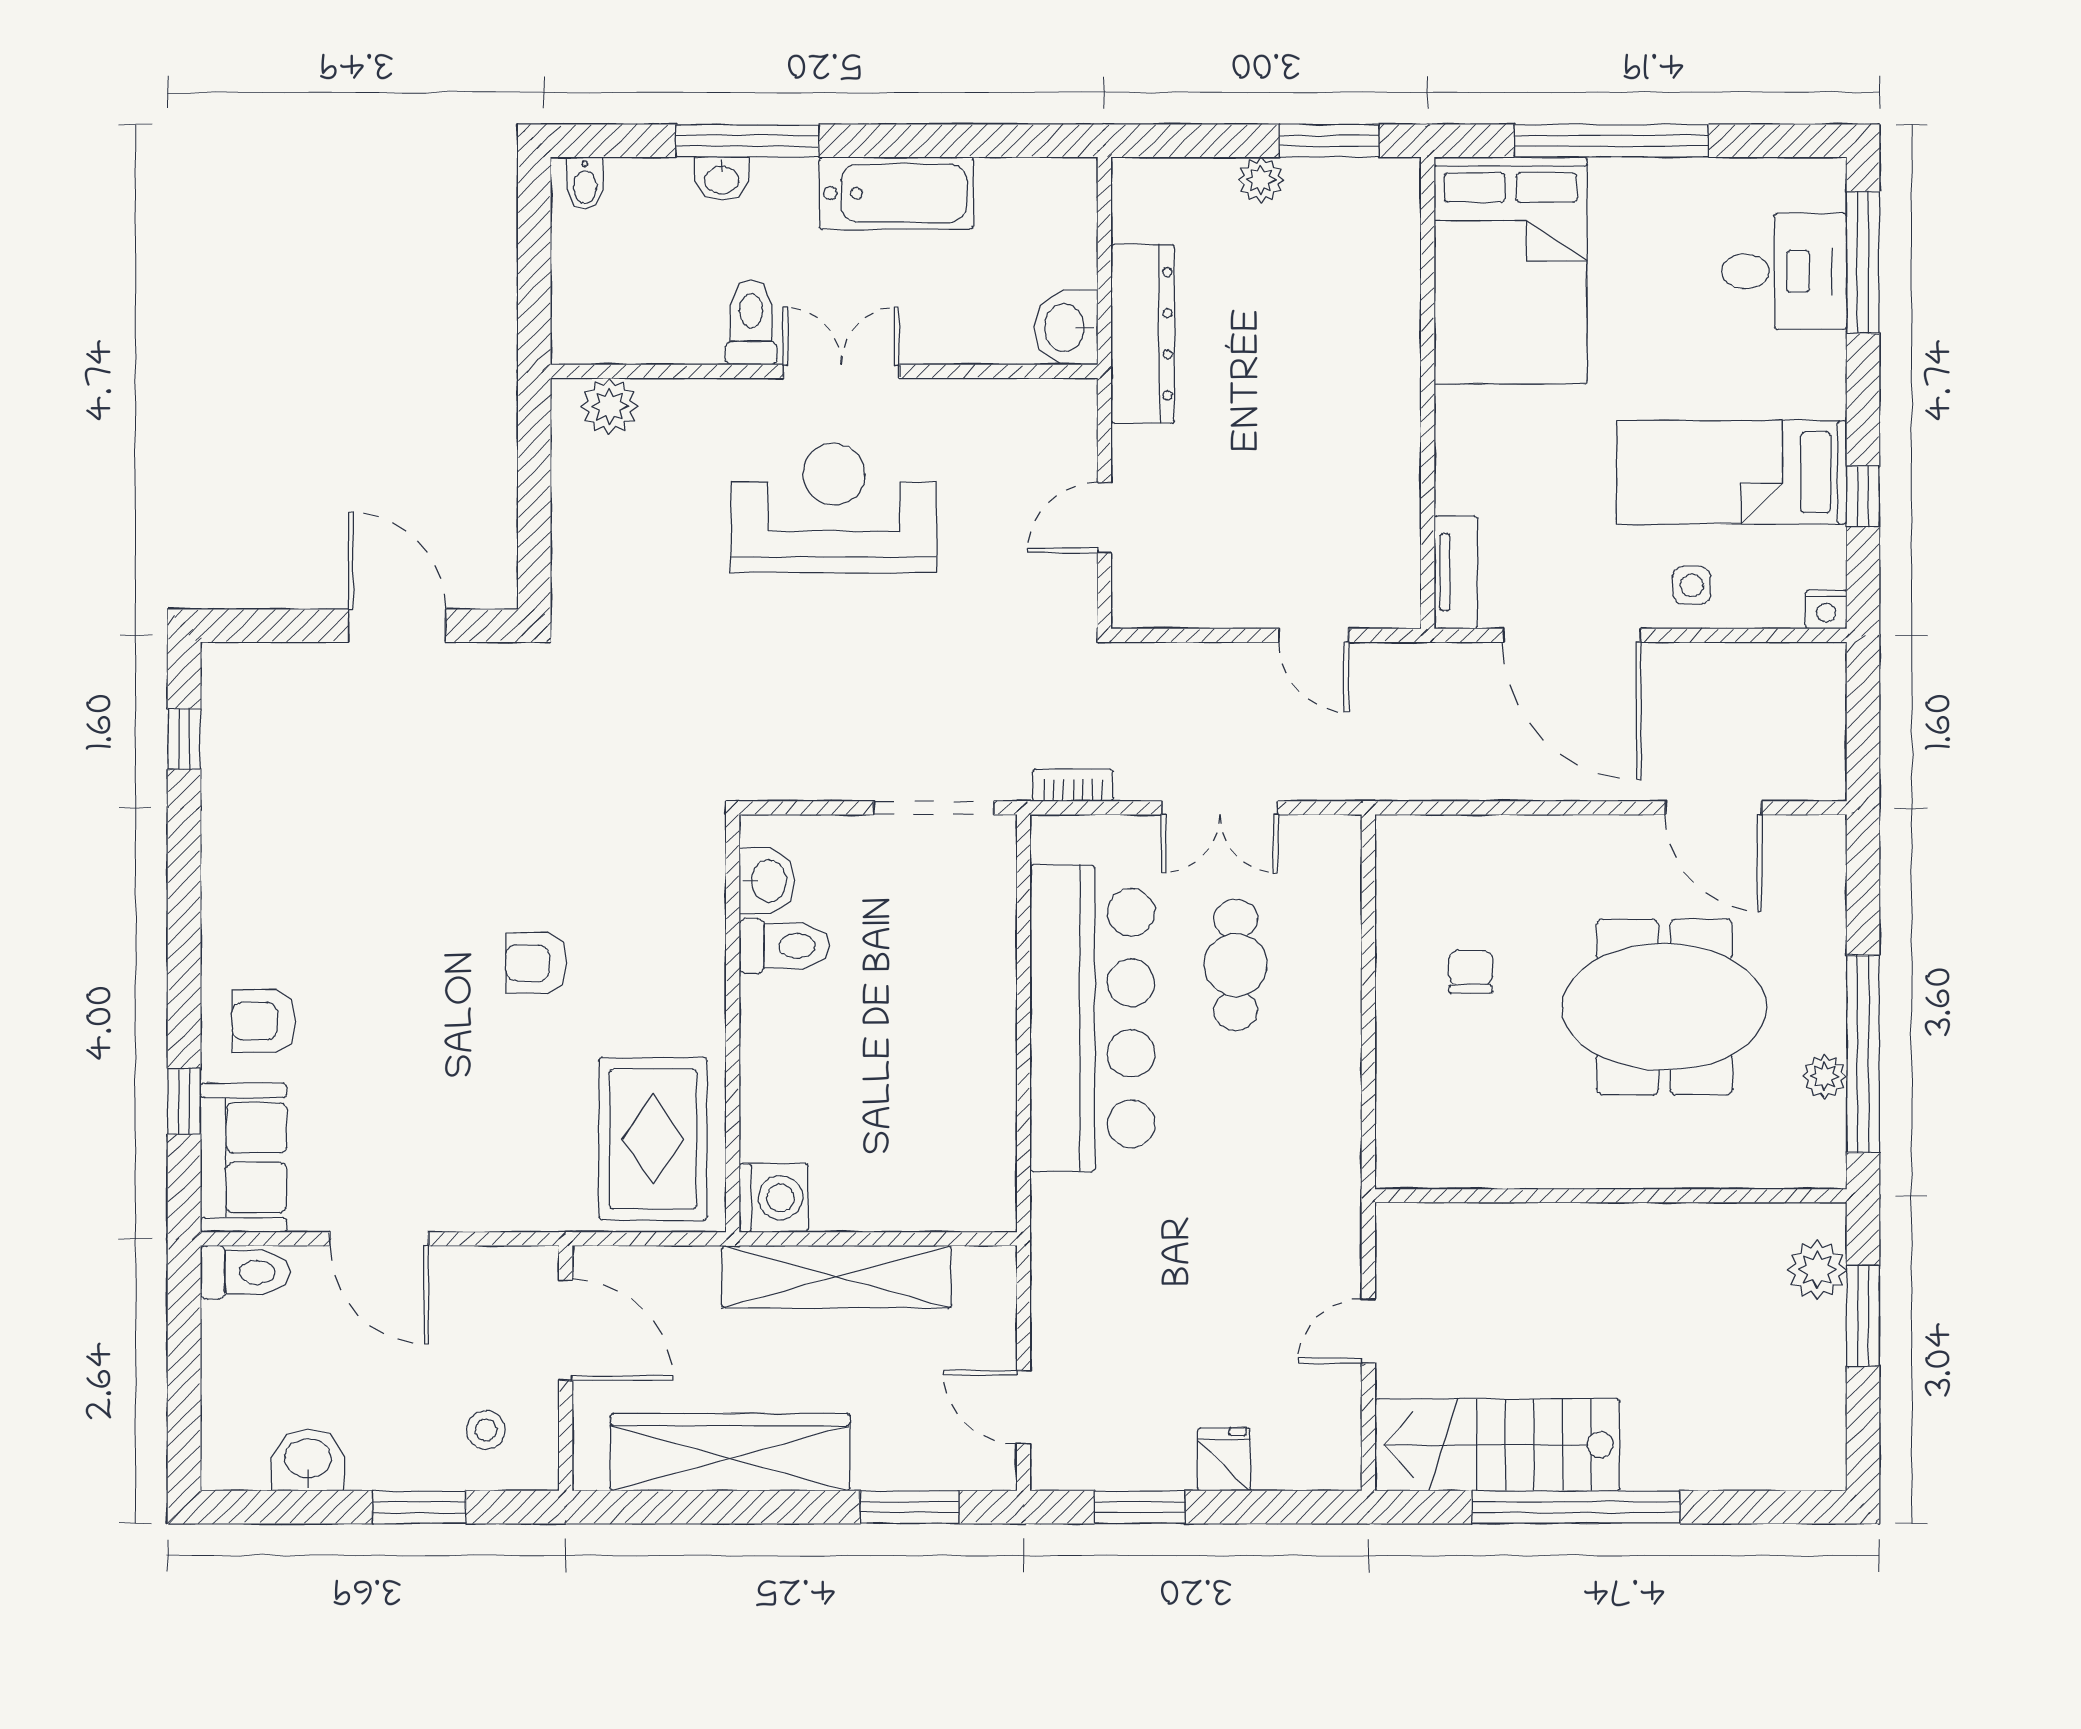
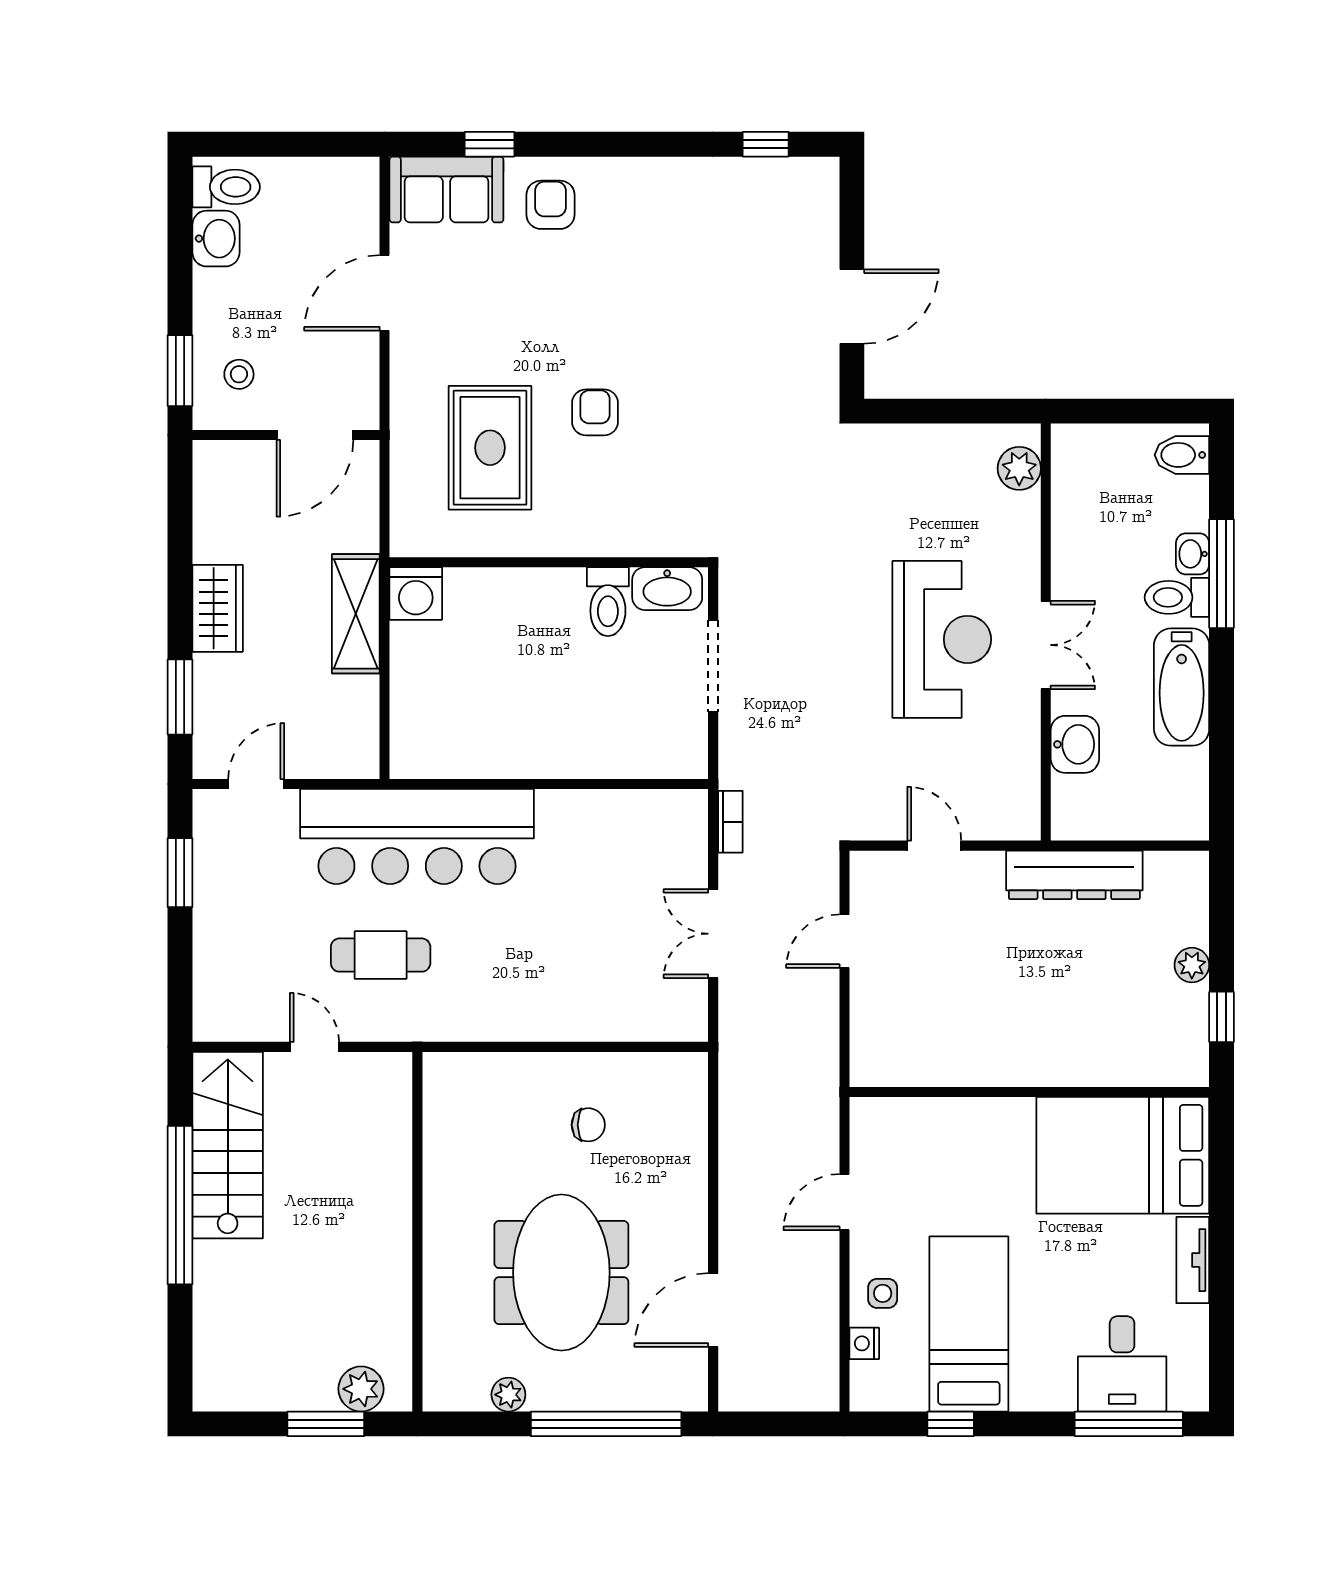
window: (1329, 141) -> (1222, 1017), width x0.67
window: (1611, 141) -> (1222, 1232), removed
bidet: (585, 183) -> (1182, 455), width x1.38, depth x1.36
toilet: (751, 323) -> (1177, 597), moved, turned 180
washbasin: (1066, 327) -> (1075, 744), moved, turned 90
tv unit: (1456, 572) -> (1193, 1260), moved, turned 90
nightstand: (1826, 610) -> (864, 1343), moved
door: (1314, 635) -> (845, 941), moved
door: (1572, 635) -> (845, 1202), width x0.53
doorway: (934, 808) -> (713, 666), moved
washbasin: (767, 881) -> (667, 589), width x1.38
cafe table: (1236, 965) -> (381, 955), moved
bar counter: (1092, 1018) -> (417, 837), moved
window: (1863, 1054) -> (606, 1424), moved
rug: (653, 1139) -> (490, 448), moved, turned 90
toilet: (245, 1272) -> (226, 187), moved, turned -90
shelving: (837, 1277) -> (356, 614), width x0.68
wardrobe: (730, 1452) -> (218, 608), width x0.48, depth x0.85
fridge: (1224, 1459) -> (216, 937), removed
window: (419, 1507) -> (180, 371), moved

